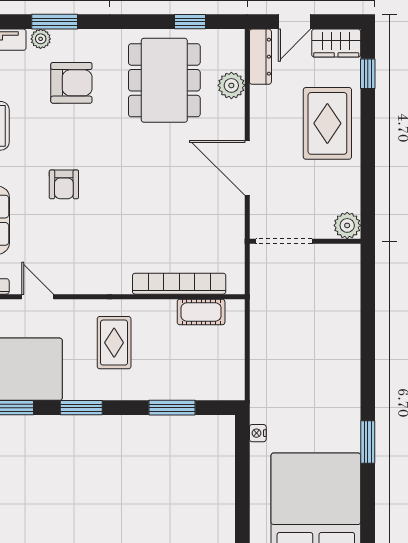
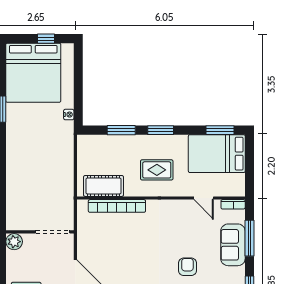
cot: (201, 312) -> (104, 186), width x1.37, depth x1.34
rug: (114, 343) -> (157, 170), turned 90
window: (81, 408) -> (161, 130), moved

